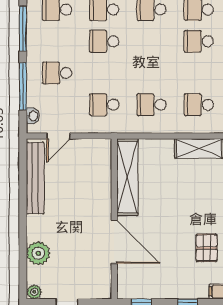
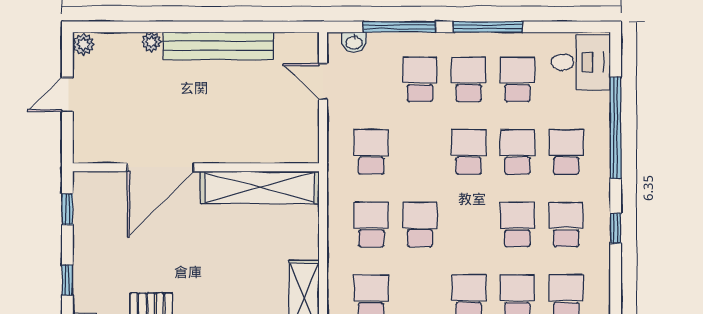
school desk: (57, 41) -> (469, 79), added
school desk: (152, 73) -> (420, 225), added
bench: (35, 178) -> (219, 46), moved
plant: (38, 253) -> (151, 42), width x0.53, depth x0.53

